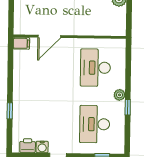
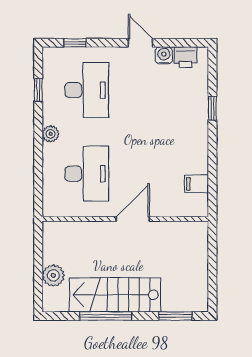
door: (49, 36) -> (133, 219), moved
filing cabinet: (21, 43) -> (197, 184), moved
window: (128, 107) -> (38, 90), moved

